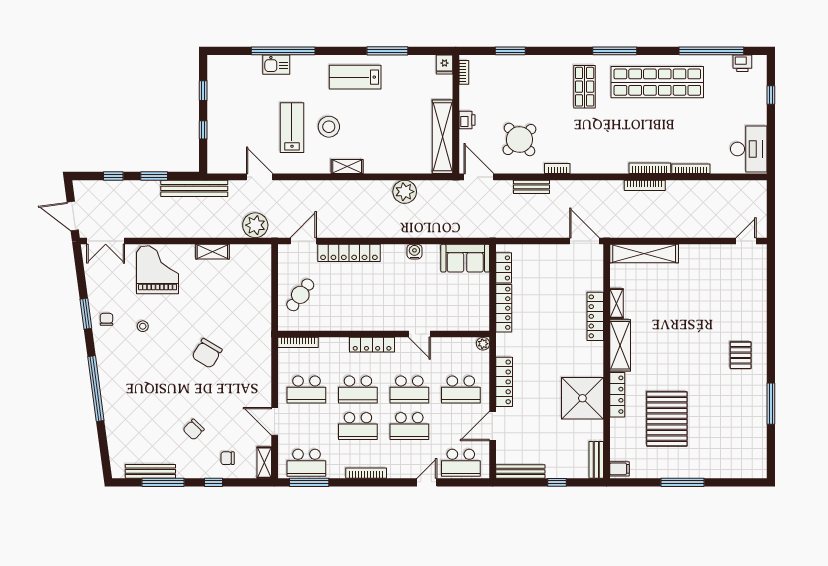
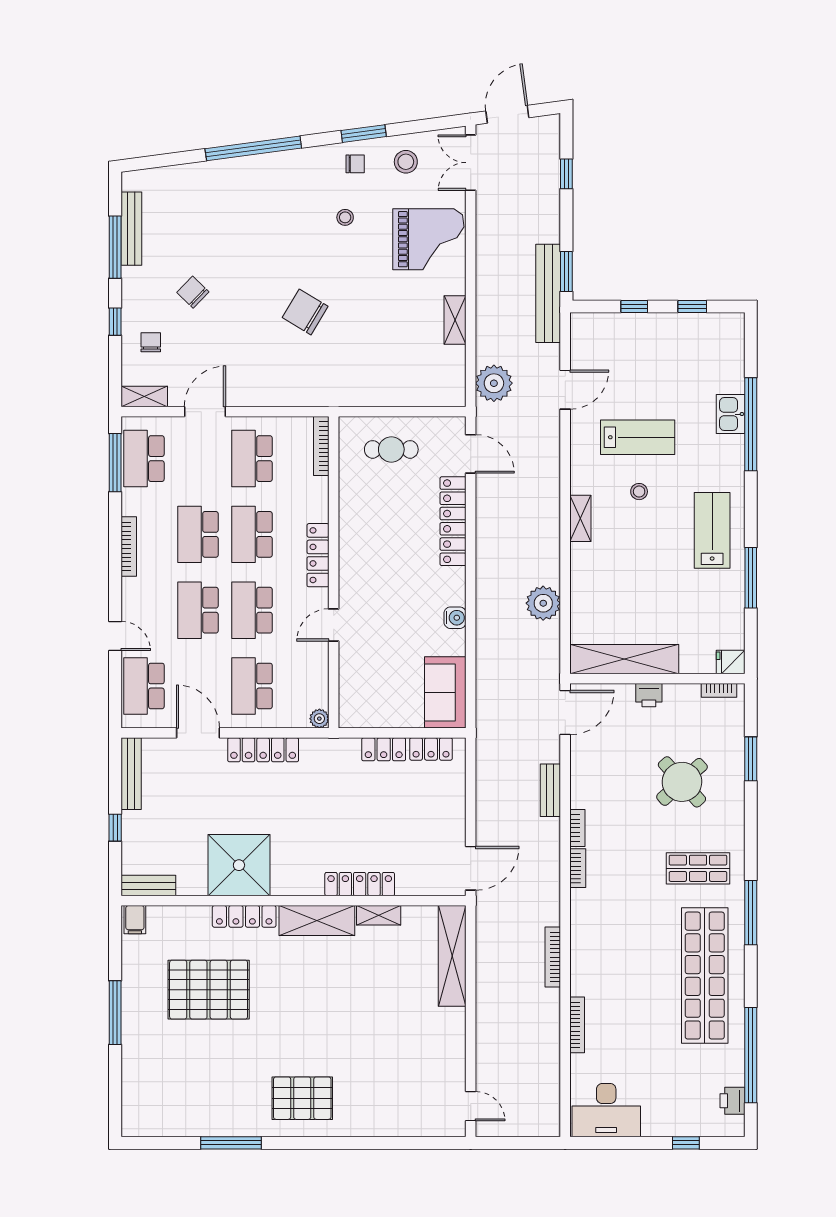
stool: (329, 127) -> (639, 492), width x0.53, depth x0.53
round table: (519, 140) -> (682, 782), moved
bookcase: (650, 168) -> (578, 868), moved, width x0.64
window: (154, 176) -> (566, 272), moved
stool: (105, 285) -> (406, 162), added
cafe table: (300, 295) -> (391, 449), turned -36
locker: (504, 308) -> (384, 749), width x0.66
pallet: (741, 355) -> (302, 1098), width x1.50, depth x1.42

